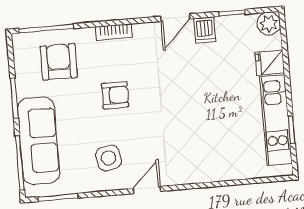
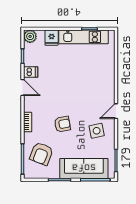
armchair: (59, 62) -> (41, 154), turned -69
armchair: (115, 95) -> (62, 124), turned 79
door: (147, 190) -> (116, 111), hinge flipped

